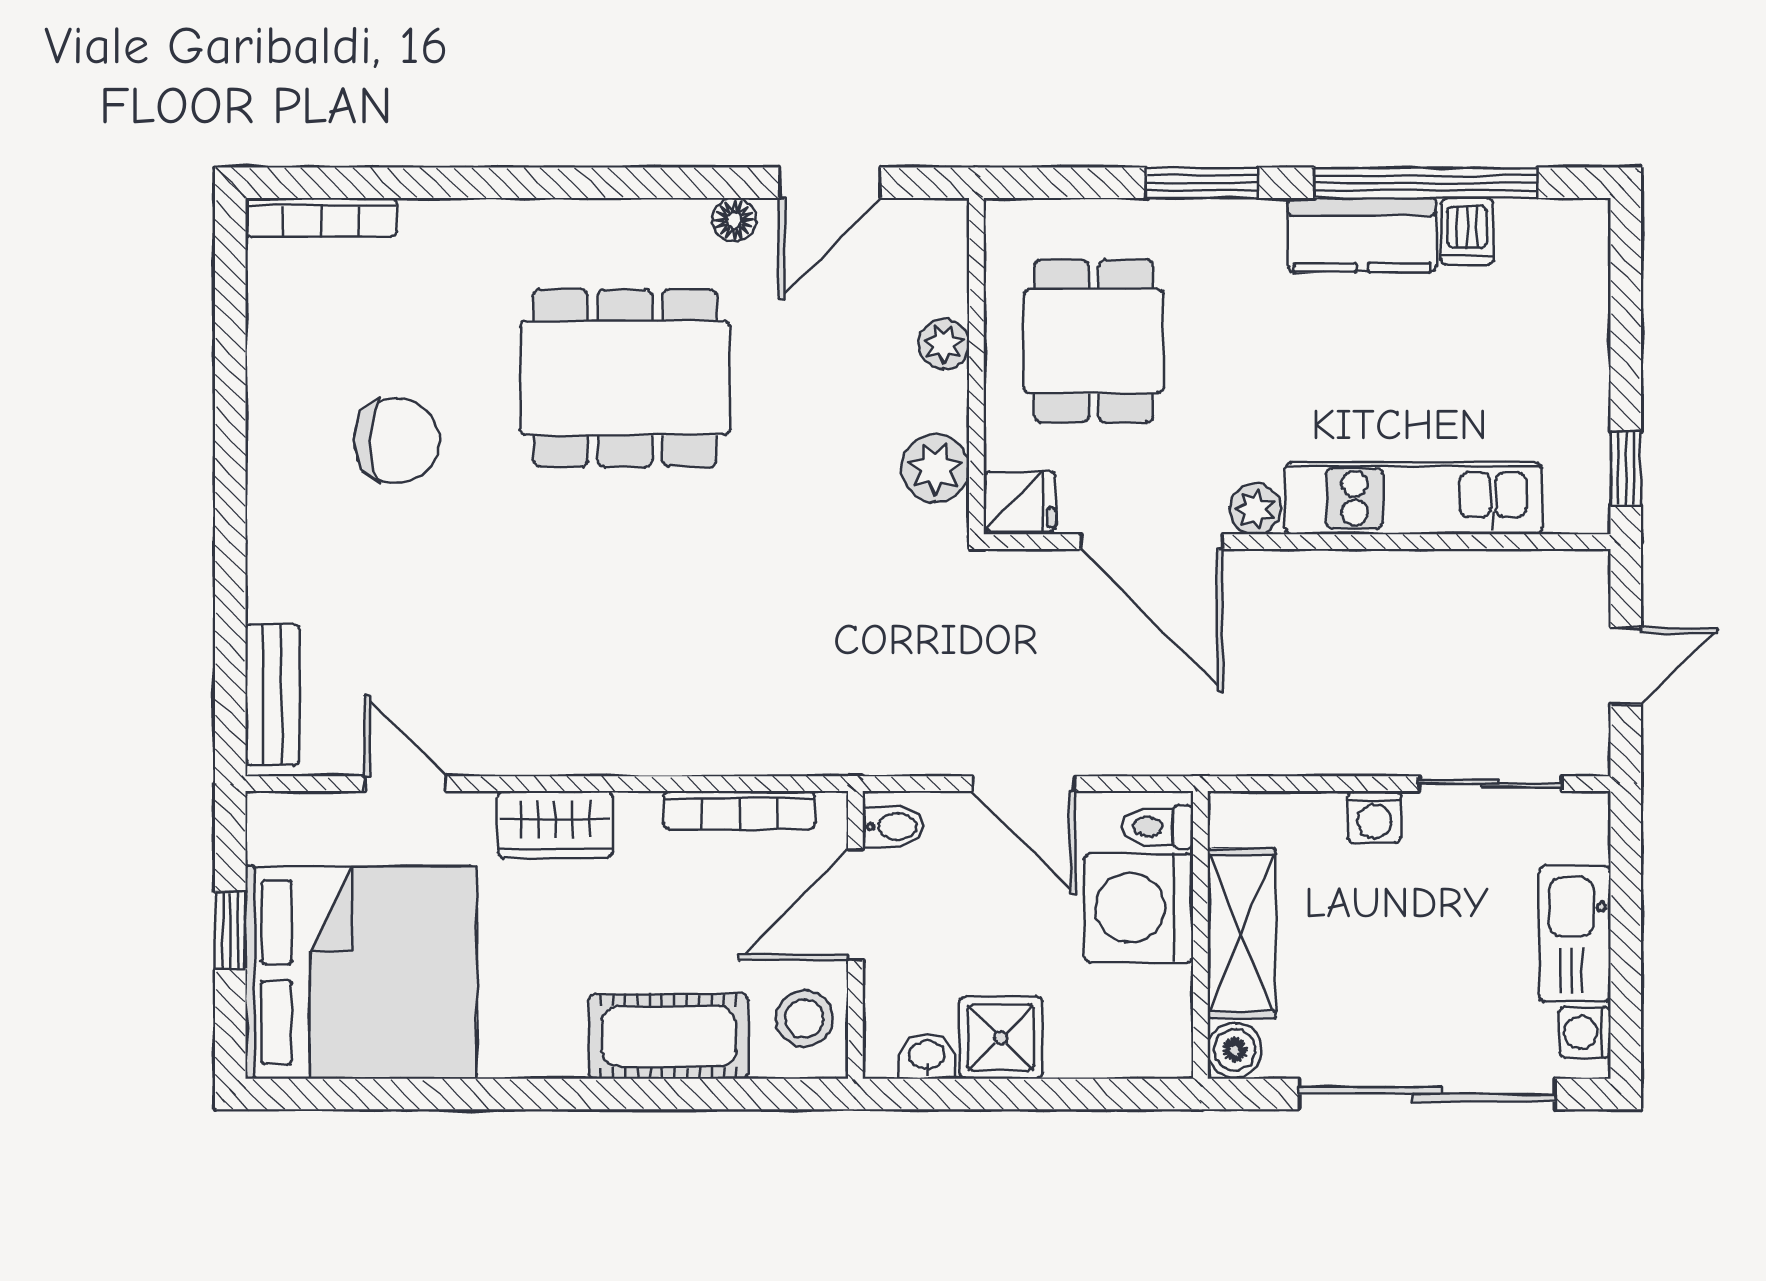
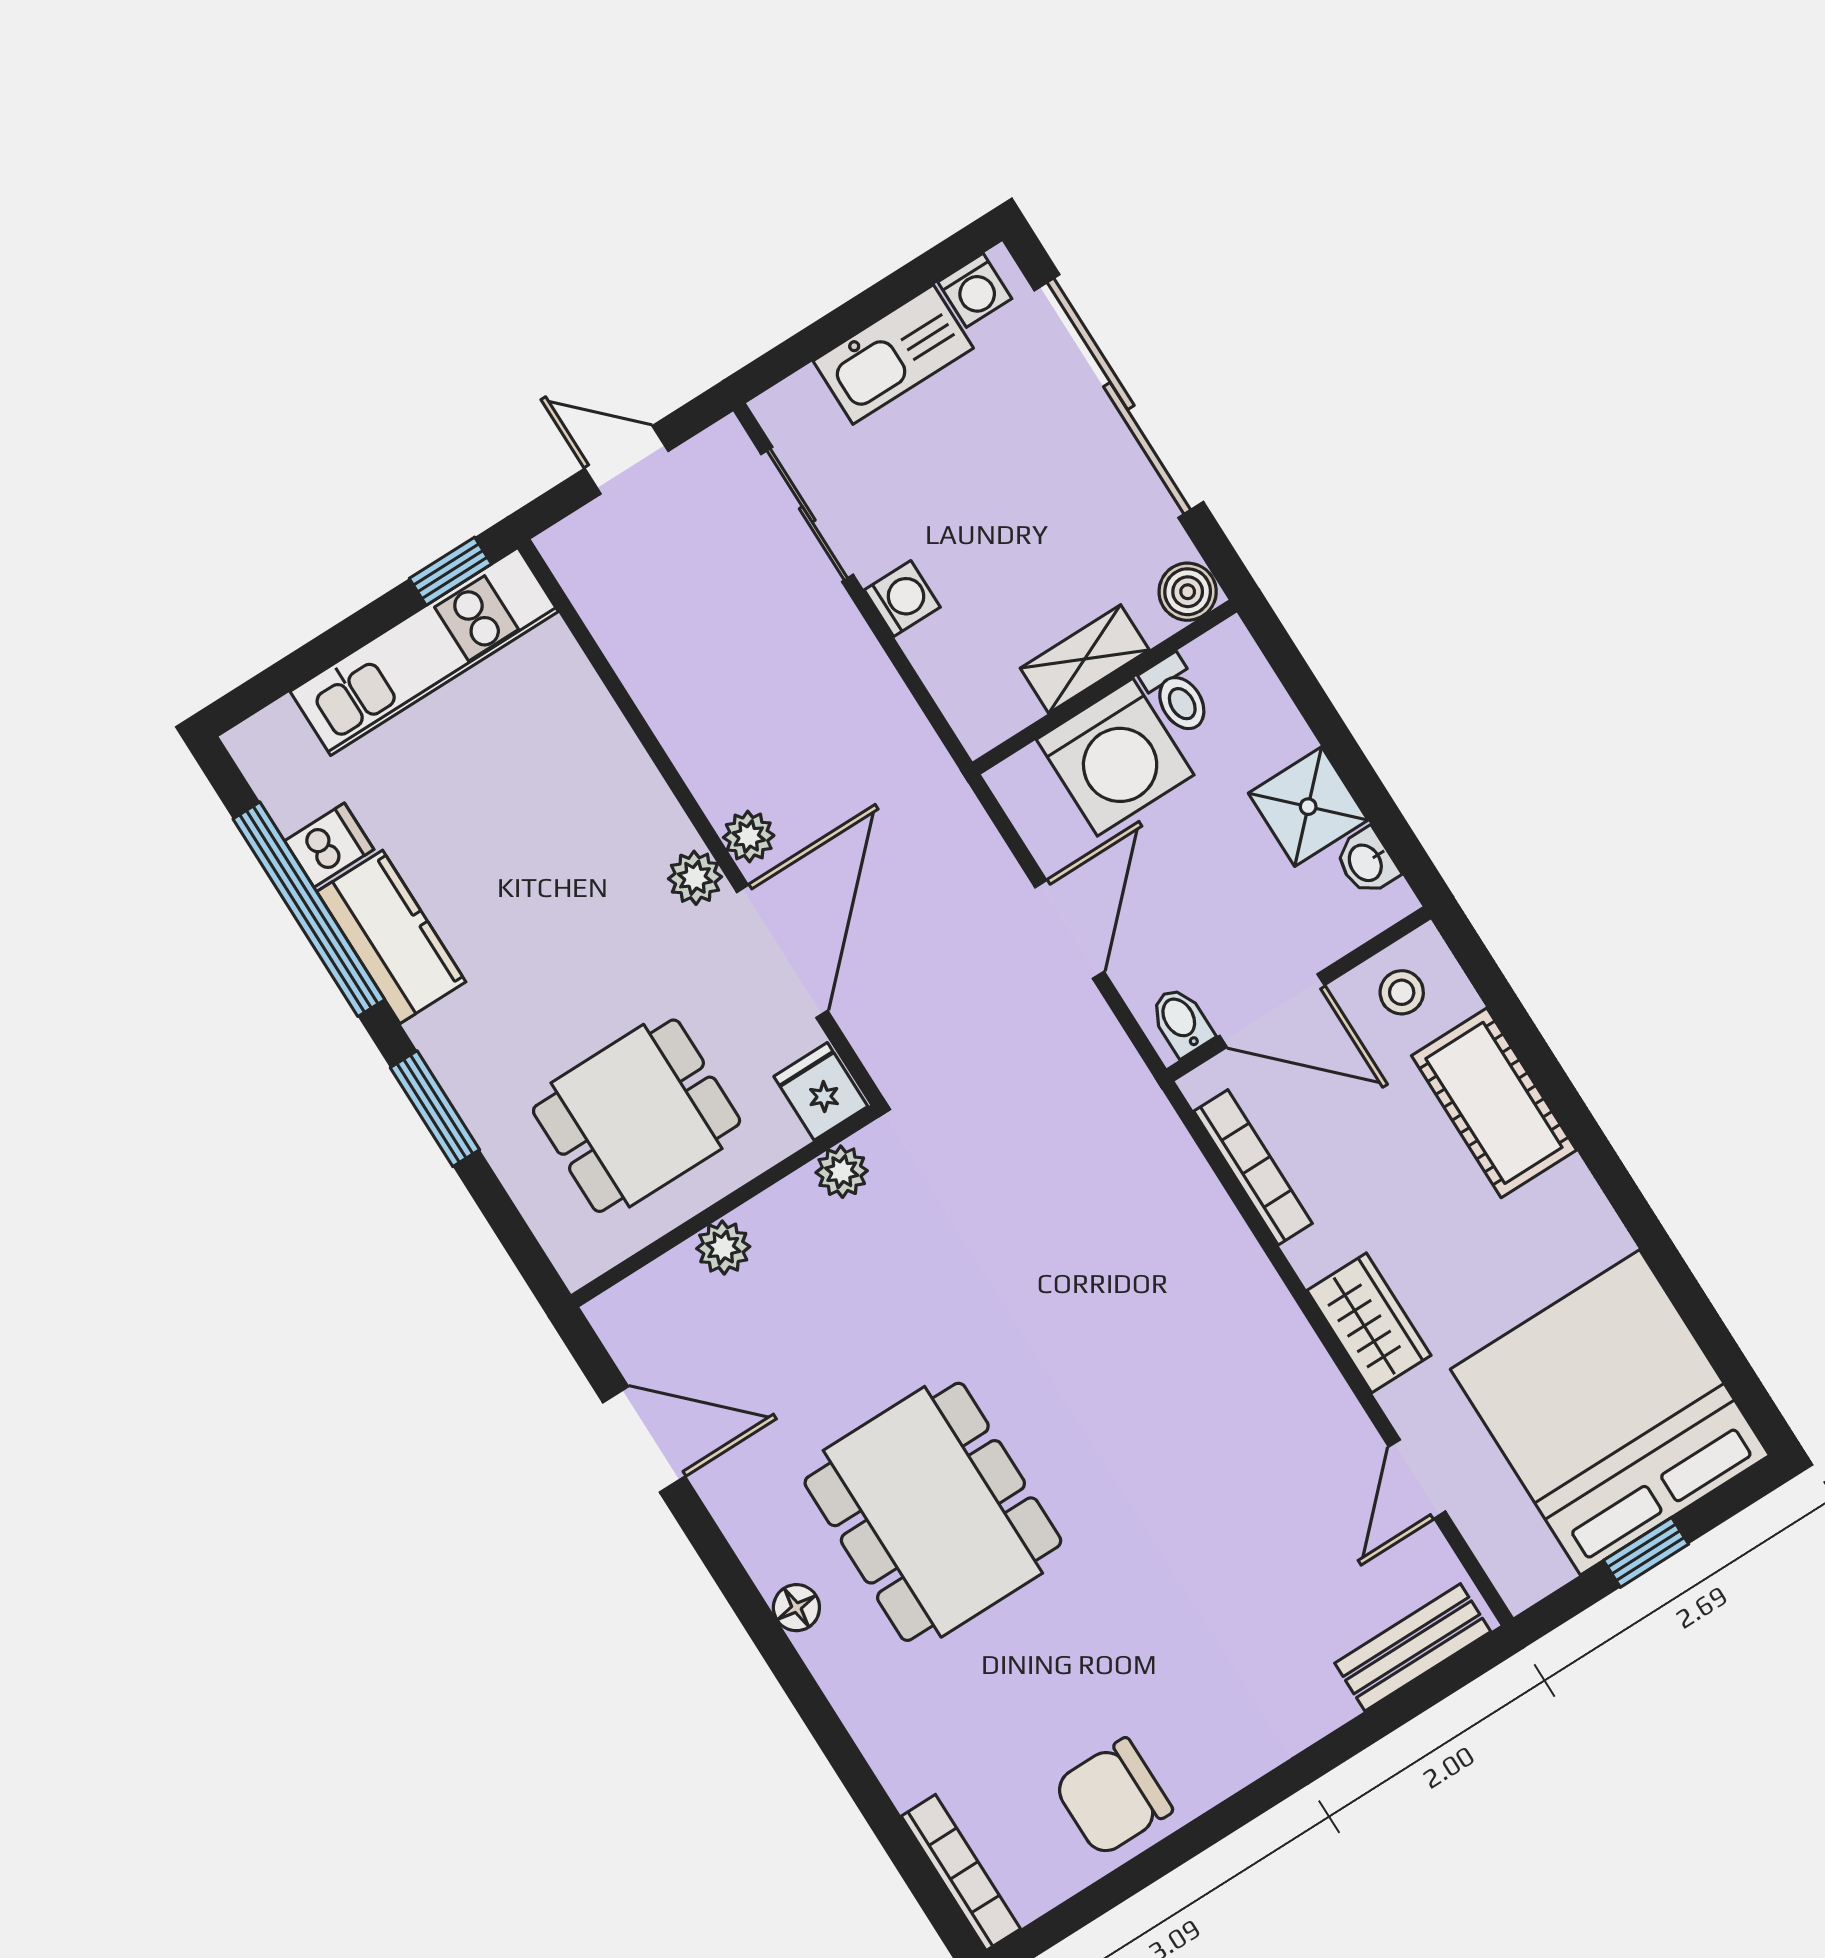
floor lamp: (734, 220) -> (796, 1608), moved
chair: (397, 441) -> (1113, 1797), moved, turned -90
plant: (935, 468) -> (842, 1172), width x0.73, depth x0.73
kitchen unit: (1413, 498) -> (424, 651), moved, turned -90
plant: (1261, 573) -> (749, 836), added
toilet: (1158, 827) -> (1177, 695), moved
shelving: (1242, 933) -> (1085, 659), width x0.67, depth x0.75
stool: (804, 1019) -> (1402, 992), width x0.73, depth x0.73

